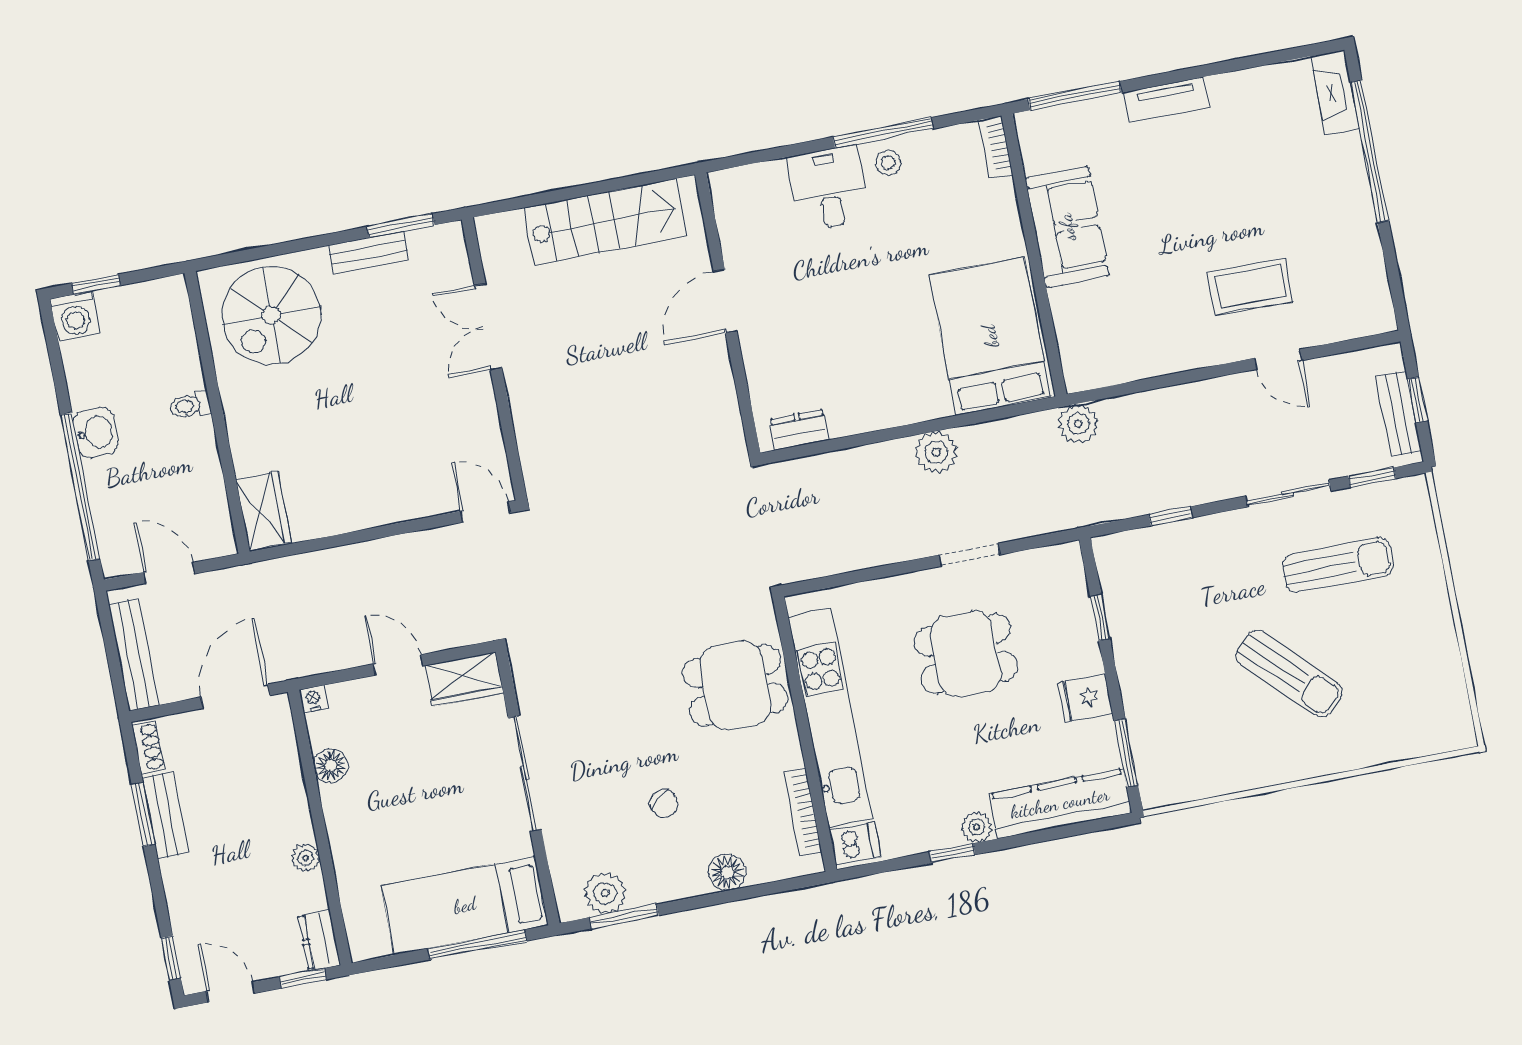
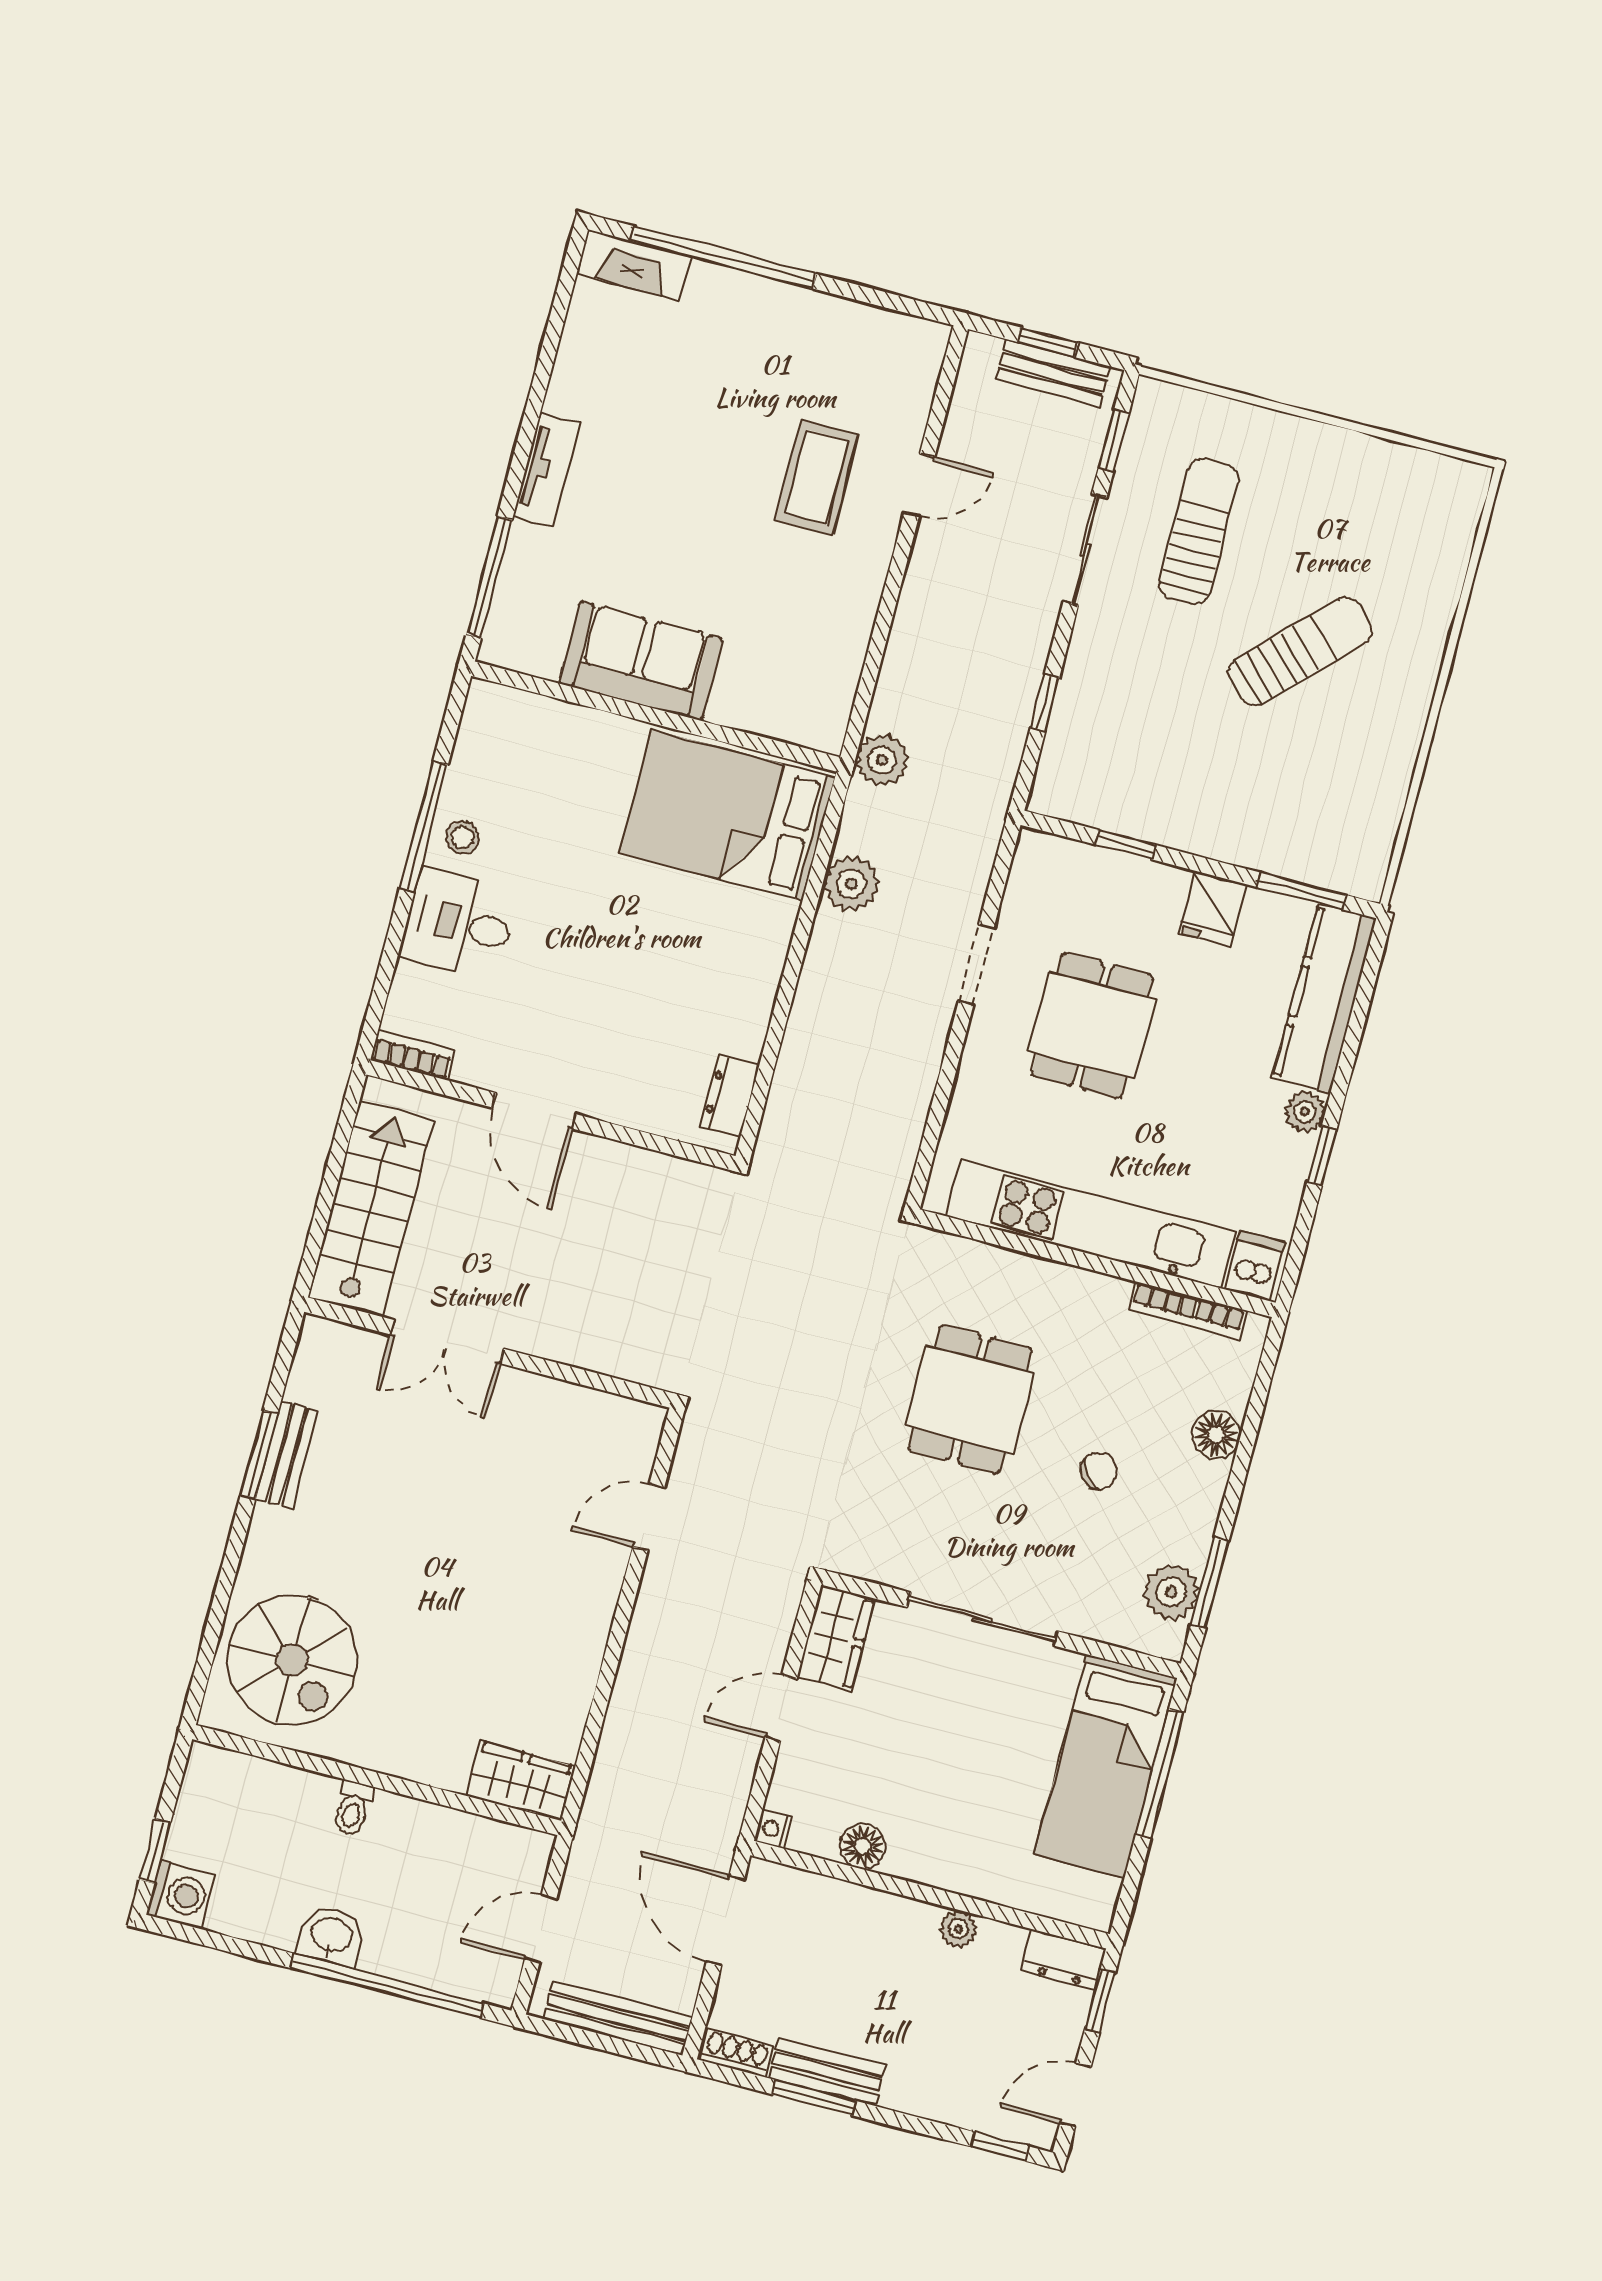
bookcase: (995, 147) -> (413, 1055), moved, turned 180
bench: (368, 253) -> (287, 1455), moved
double door: (488, 327) -> (447, 1342), moved
wall: (494, 359) -> (489, 1353), moved
plant: (936, 452) -> (851, 884), moved
dining table: (735, 685) -> (970, 1399), moved

